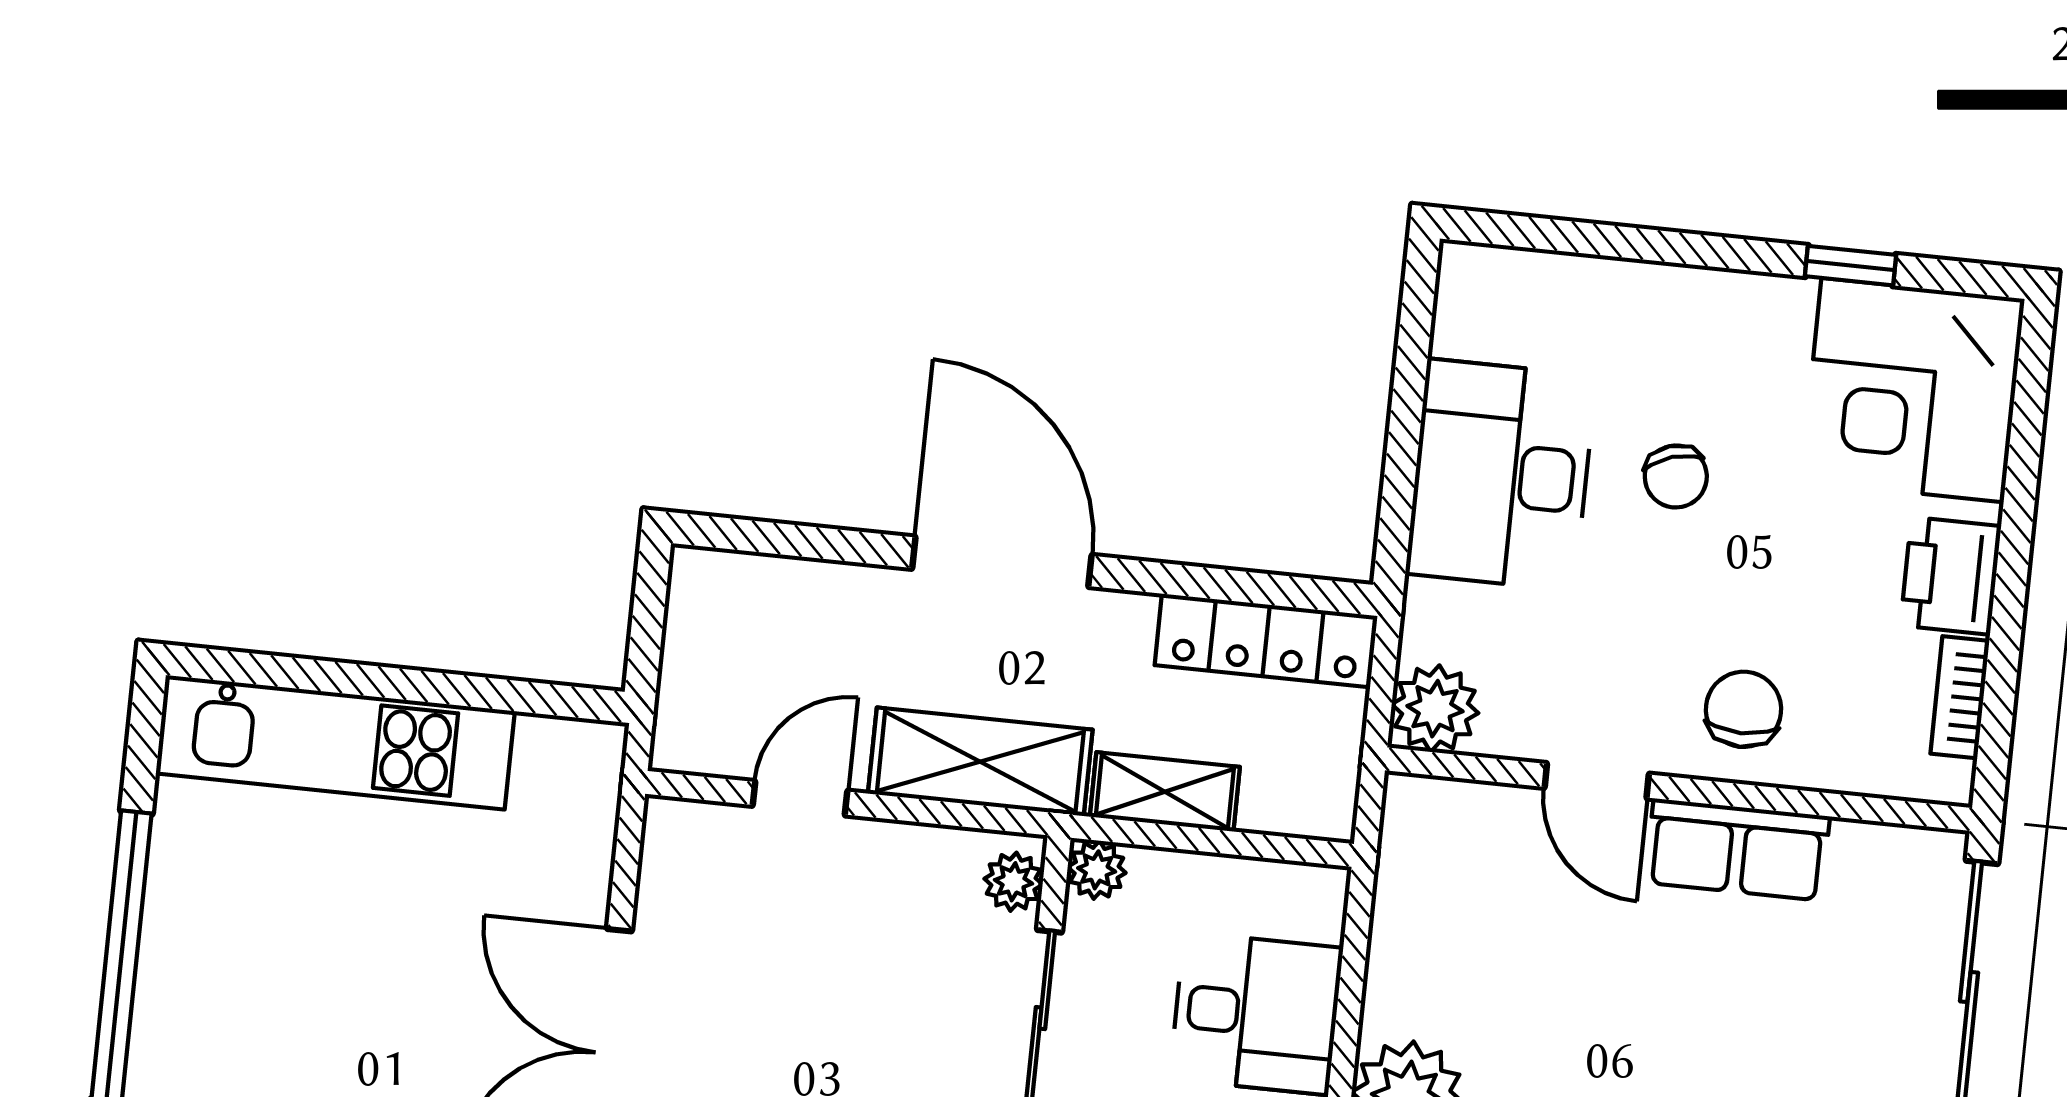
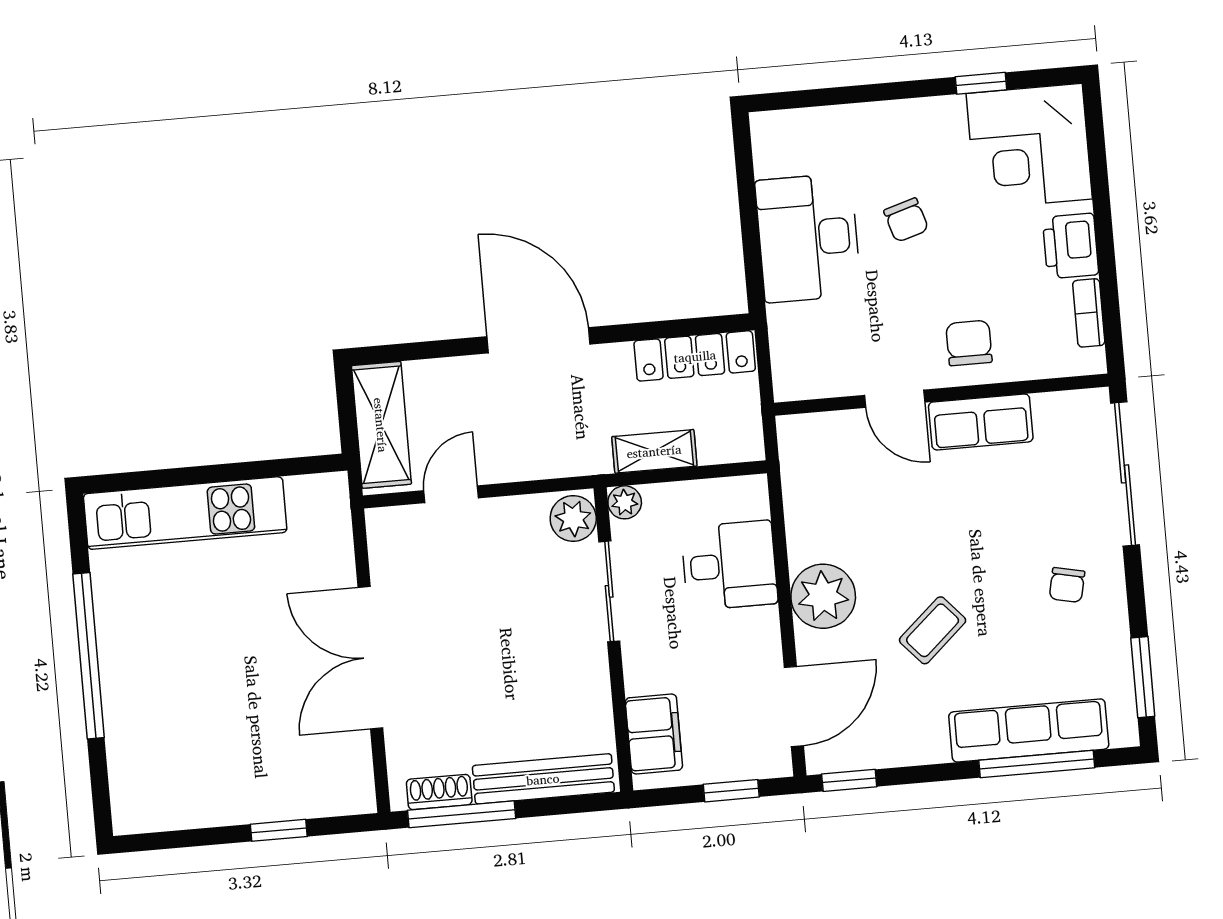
plant: (1435, 709) -> (796, 376), removed
shelving: (980, 762) -> (381, 425), moved, turned 90
plant: (1014, 882) -> (573, 518), width x1.38, depth x1.38

